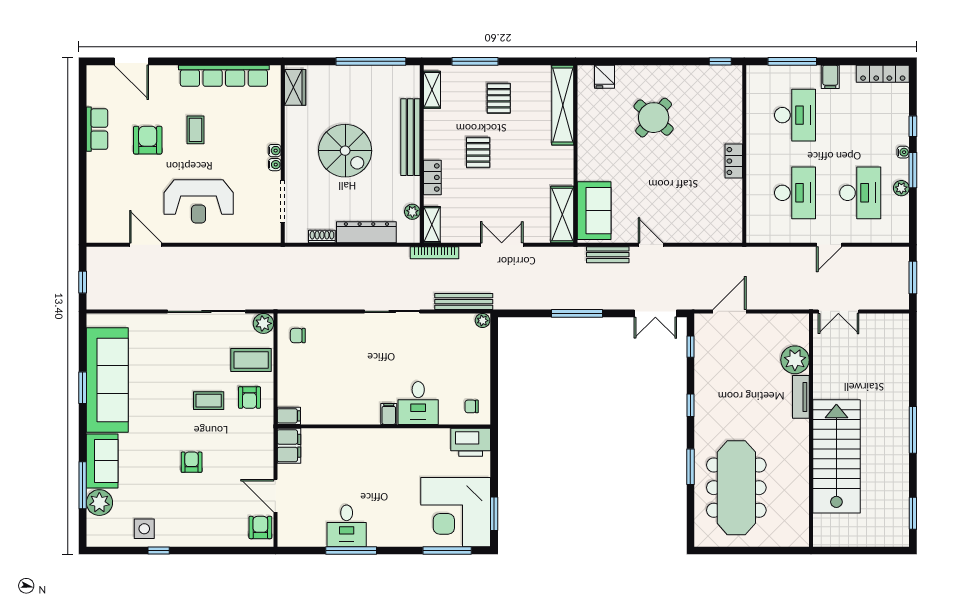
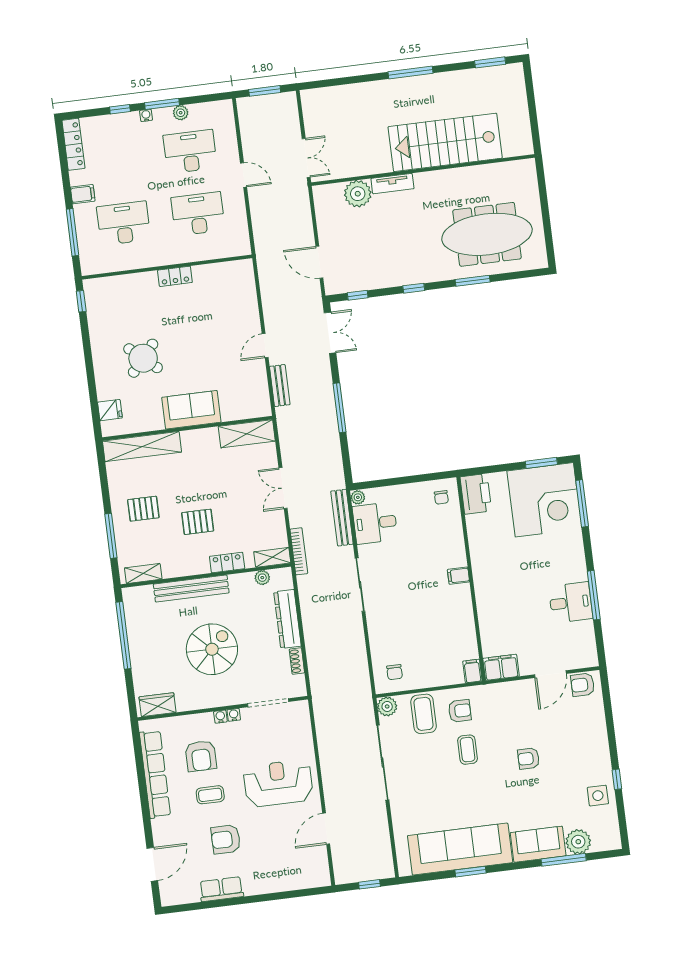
armchair: (237, 125) -> (201, 756), added
reception desk: (199, 201) -> (278, 783), turned -90
sofa: (594, 211) -> (191, 410), moved
desk: (418, 403) -> (375, 523), moved, turned 180

